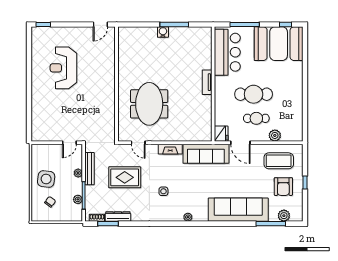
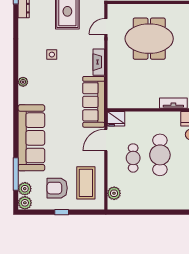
plant: (275, 135) -> (114, 193), moved
plant: (297, 216) -> (25, 203), added

